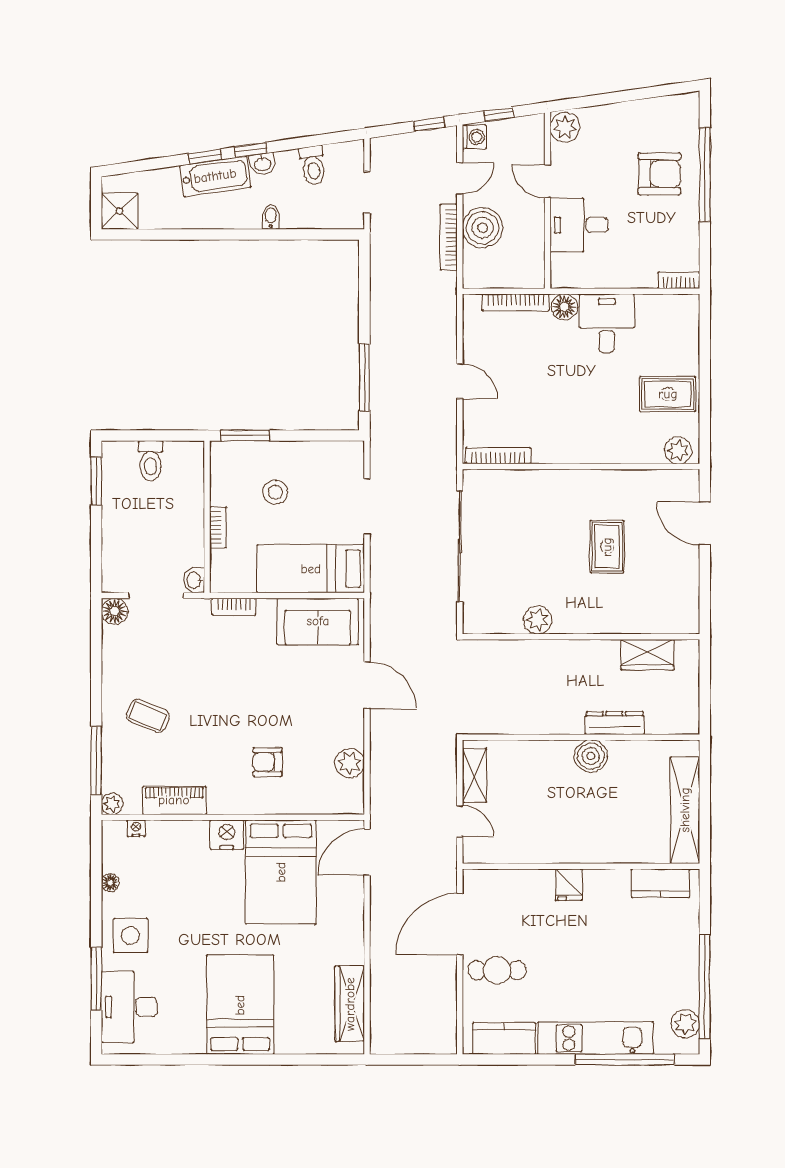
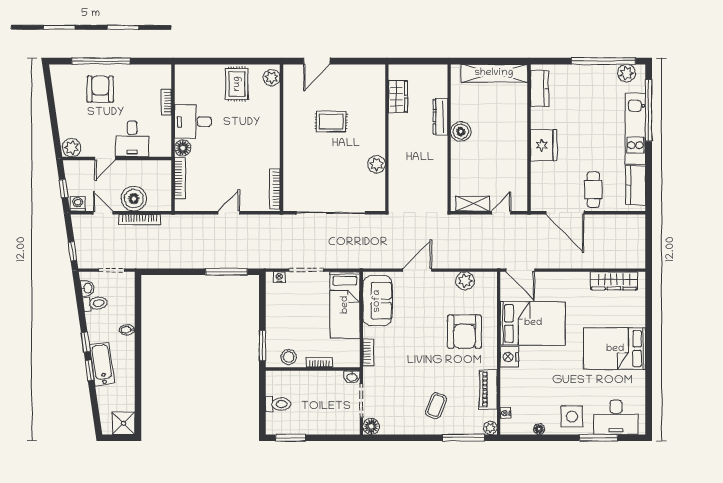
window: (429, 124) -> (73, 251), moved
washbasin: (262, 164) -> (87, 288), moved
bookcase: (679, 280) -> (166, 102), moved
nightstand: (355, 463) -> (279, 277), added
stool: (275, 492) -> (289, 357), moved
armchair: (268, 762) -> (464, 332), width x1.88, depth x1.88
fridge: (569, 885) -> (544, 145), width x1.88, depth x1.34

